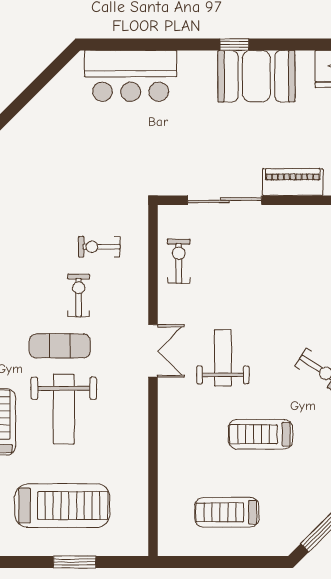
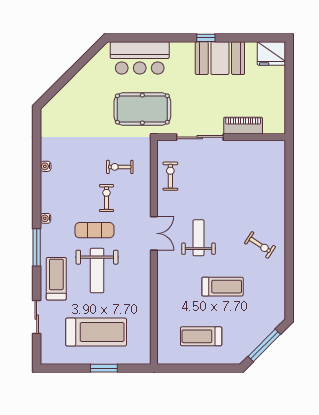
pool table: (135, 156) -> (142, 109), added
treadmill: (260, 434) -> (223, 287), turned 180

